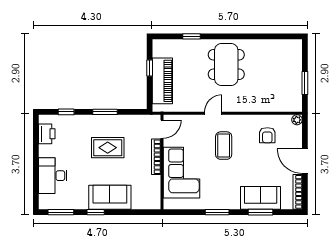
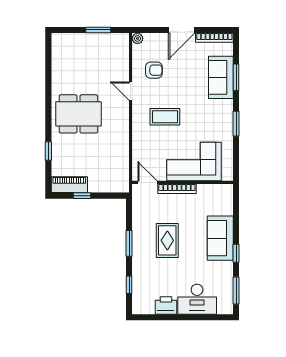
piano: (162, 81) -> (69, 185), moved, width x0.73, depth x0.75
door: (213, 113) -> (130, 91), moved
printer: (47, 134) -> (166, 306), moved

